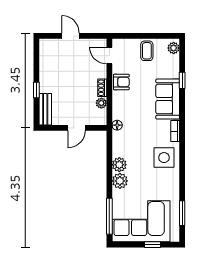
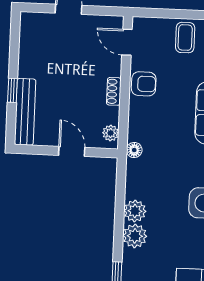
plant: (101, 103) -> (111, 133), moved
bench: (45, 109) -> (25, 112), width x1.36
door: (77, 128) -> (72, 151), swing flipped

